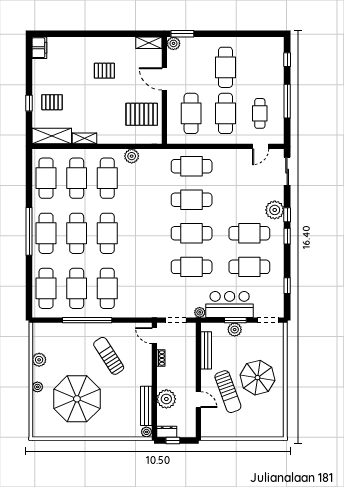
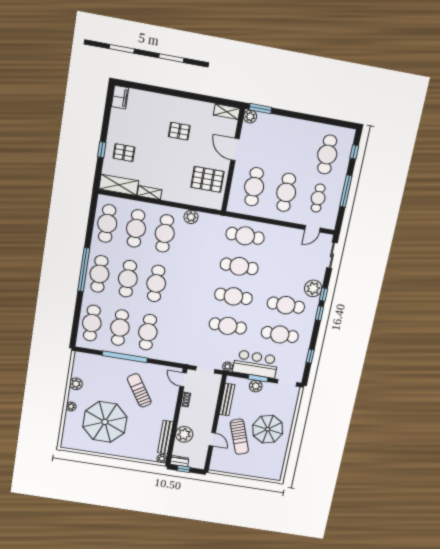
cafe table: (225, 67) -> (327, 155), moved

